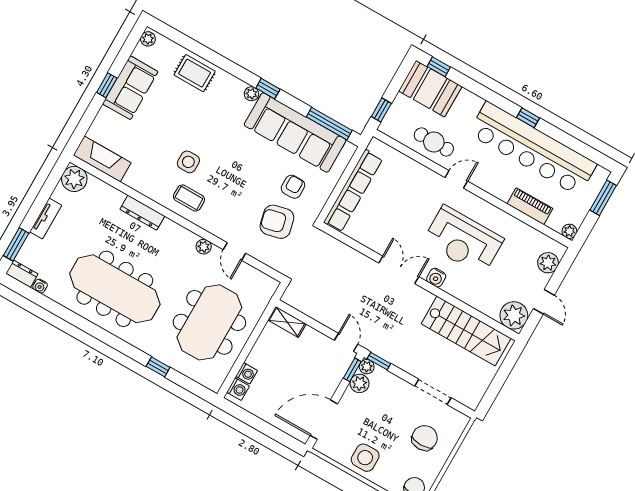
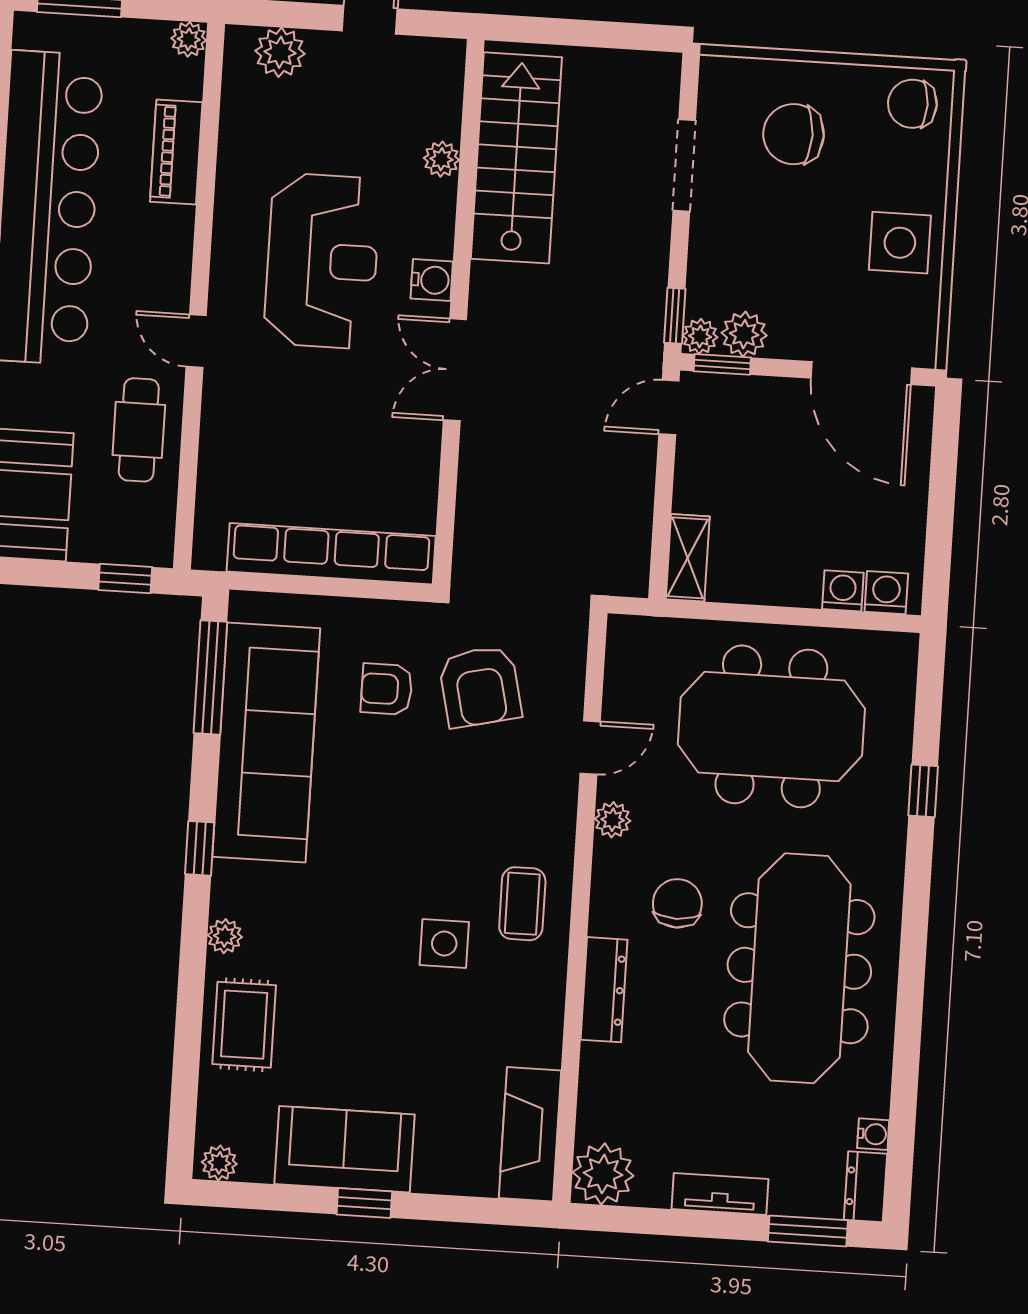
plant: (251, 94) -> (225, 936), moved
chair: (161, 255) -> (677, 903), added
plant: (514, 315) -> (441, 159), moved, width x0.53, depth x0.53

